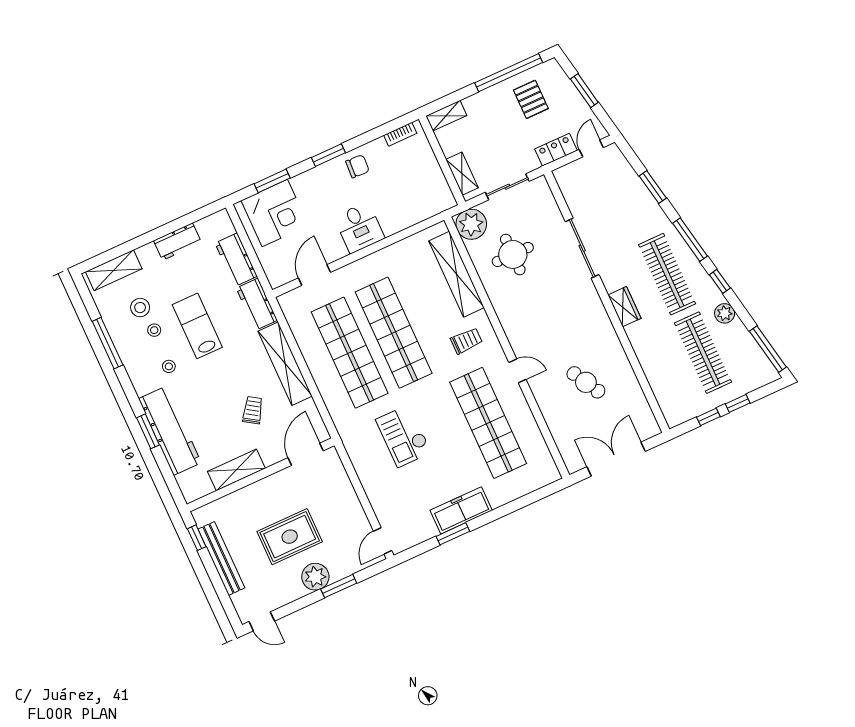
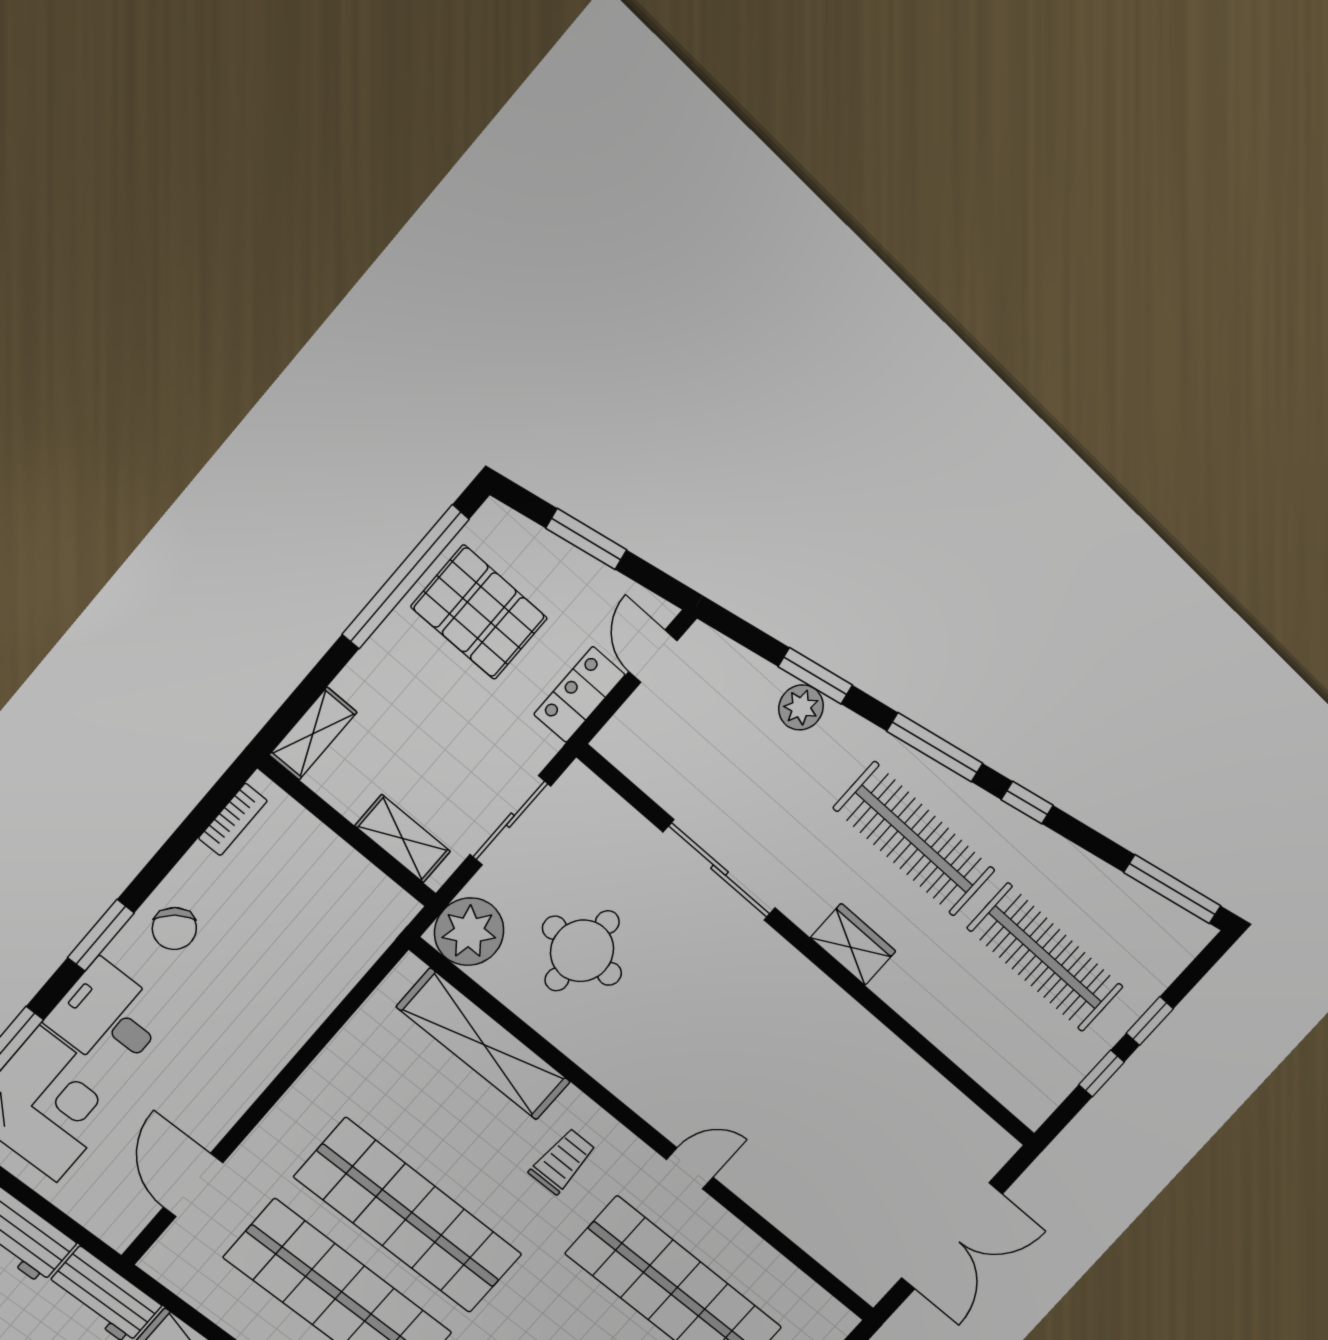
pallet: (531, 99) -> (479, 612), width x1.50, depth x1.42
chair: (357, 166) -> (174, 929), turned 139
desk: (359, 228) -> (108, 1018), moved, turned 180
plant: (725, 313) -> (801, 707), moved
cafe table: (586, 382) -> (835, 1125), removed
double door: (616, 459) -> (952, 1236), swing flipped

